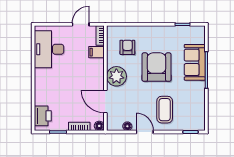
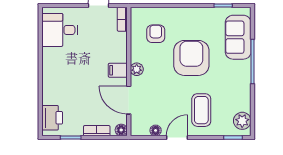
desk: (49, 49) -> (60, 30), width x0.73
filing cabinet: (96, 52) -> (118, 70), moved
sofa: (195, 62) -> (238, 37), moved
plant: (116, 76) -> (137, 69), width x0.53, depth x0.53
plant: (198, 118) -> (242, 121), added
door: (145, 132) -> (177, 137), hinge flipped

